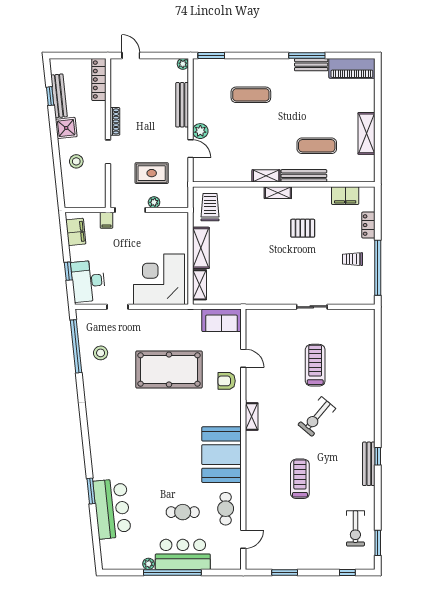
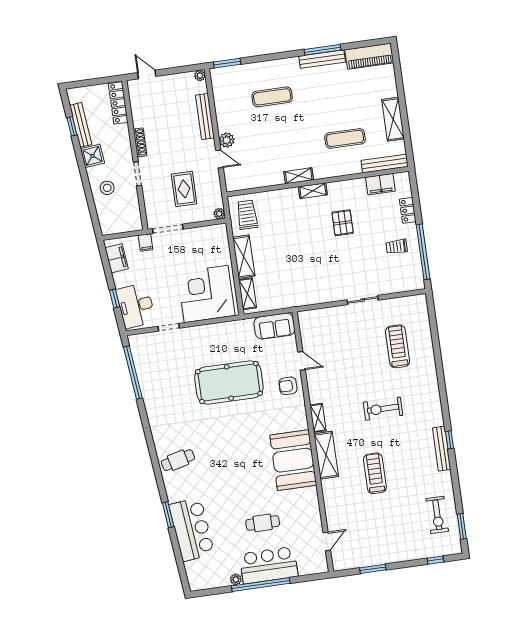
bench: (311, 65) -> (322, 59), width x1.36
rug: (152, 173) -> (184, 189), turned 90
bench: (304, 176) -> (385, 164), moved
plant: (154, 202) -> (219, 214), moved
pallet: (303, 228) -> (343, 223), turned 90
stool: (101, 353) -> (158, 376), removed
treadmill: (315, 365) -> (398, 346), moved
exercise bike: (317, 417) -> (383, 409), turned 50
shelving: (254, 454) -> (326, 455), added
cafe table: (226, 509) -> (178, 460), moved, turned 76

